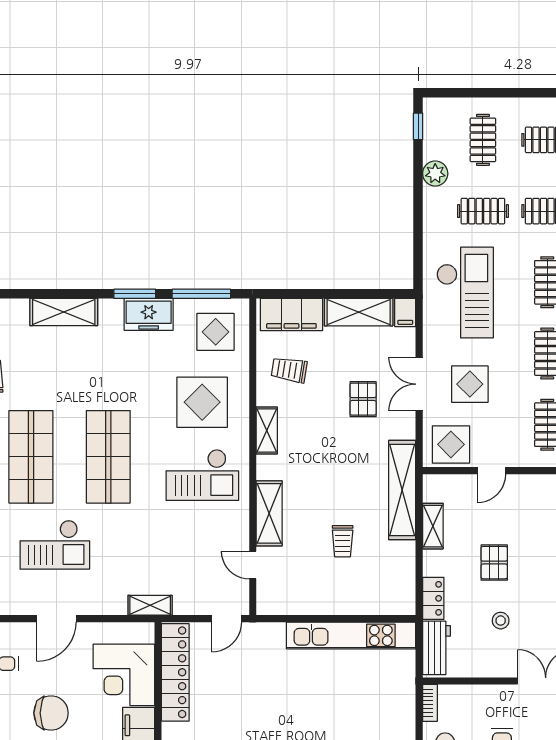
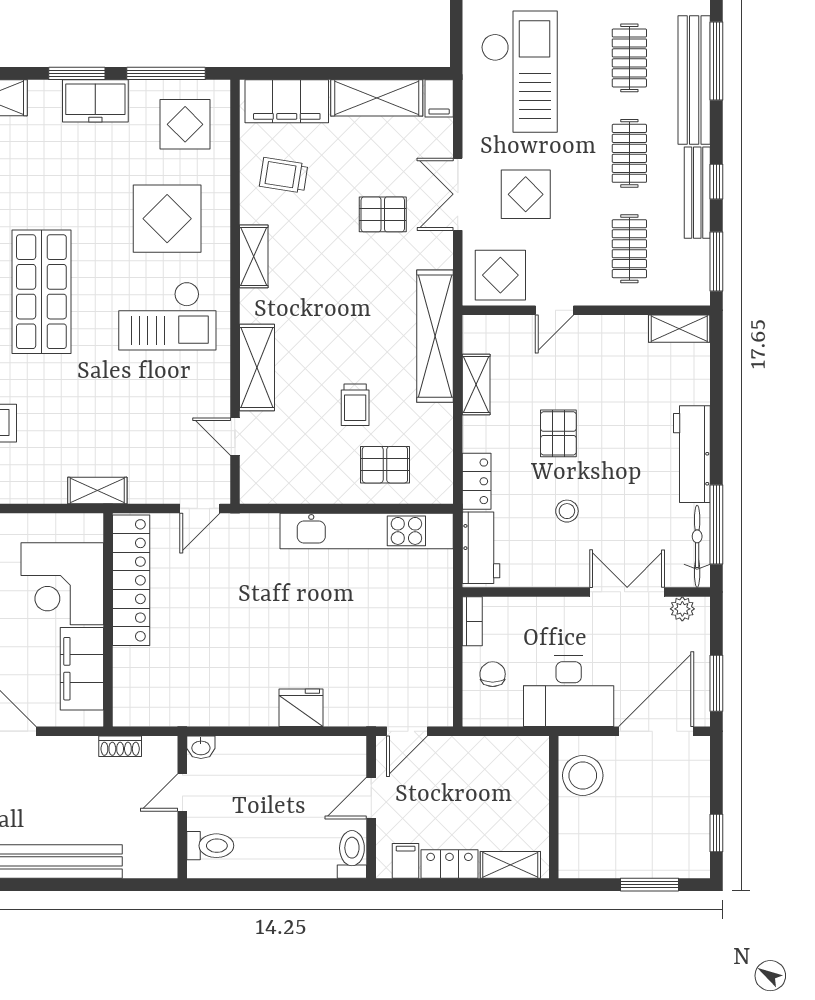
pallet: (363, 399) -> (383, 214), turned 90
pallet: (365, 586) -> (385, 465), added

